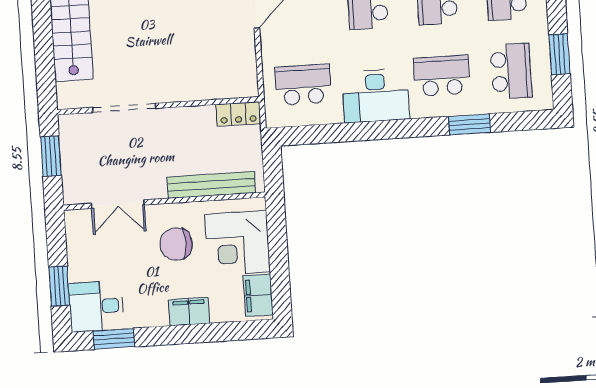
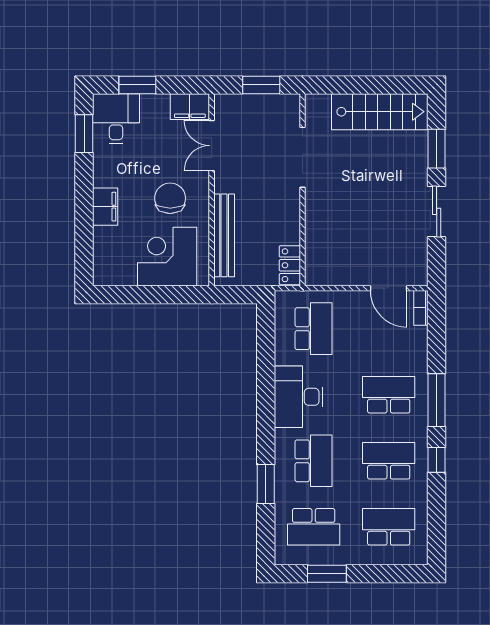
filing cabinet: (258, 295) -> (190, 107), moved, turned 180

